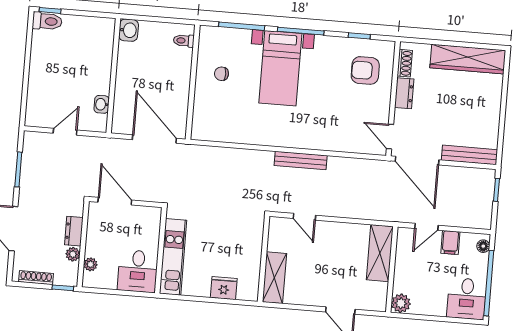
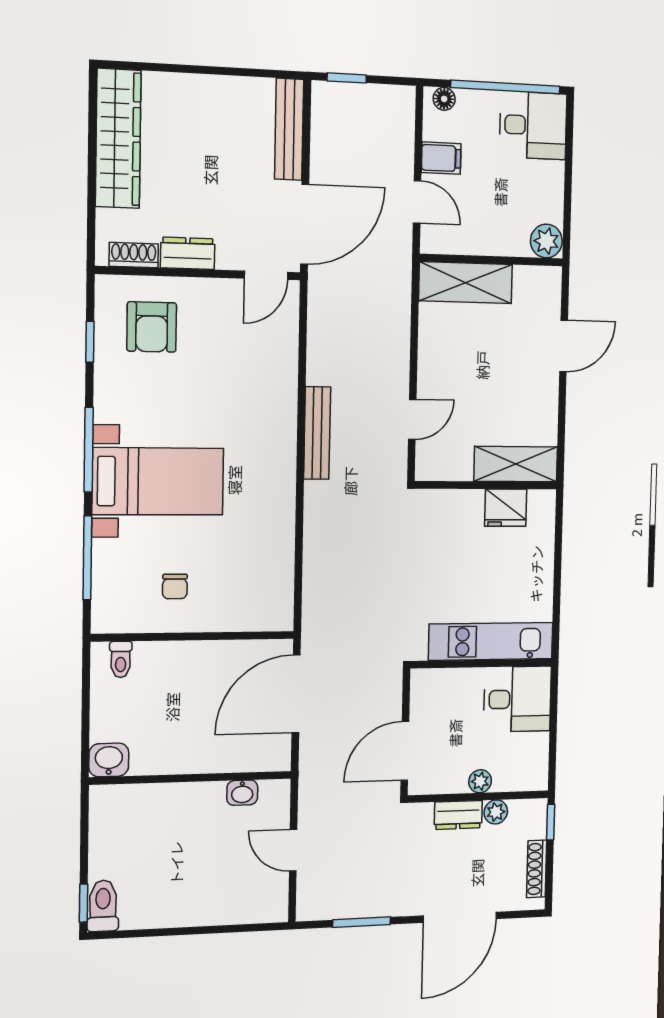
plant: (90, 264) -> (480, 781), moved
fridge: (224, 288) -> (506, 508), moved, turned -90

